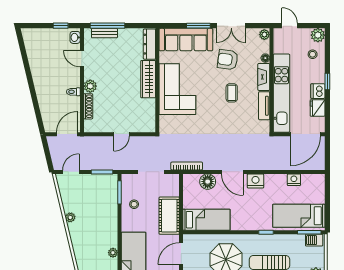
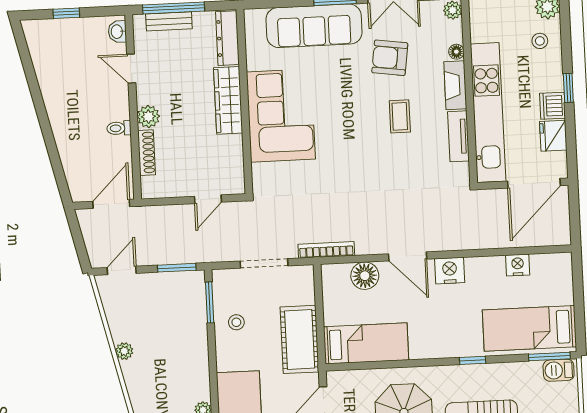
window: (61, 26) -> (66, 13), moved
dresser: (149, 44) -> (227, 38), moved
wardrobe: (148, 79) -> (228, 100), moved
wall: (157, 80) -> (244, 102), moved
corner sofa: (177, 89) -> (281, 116), moved

